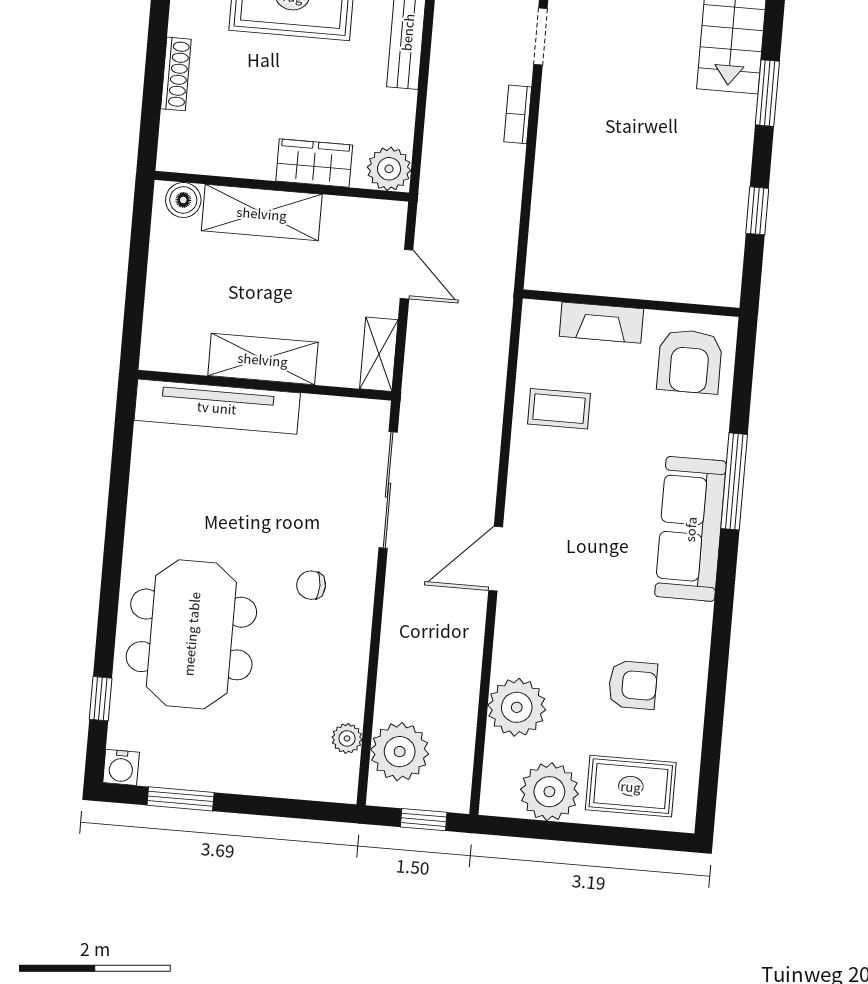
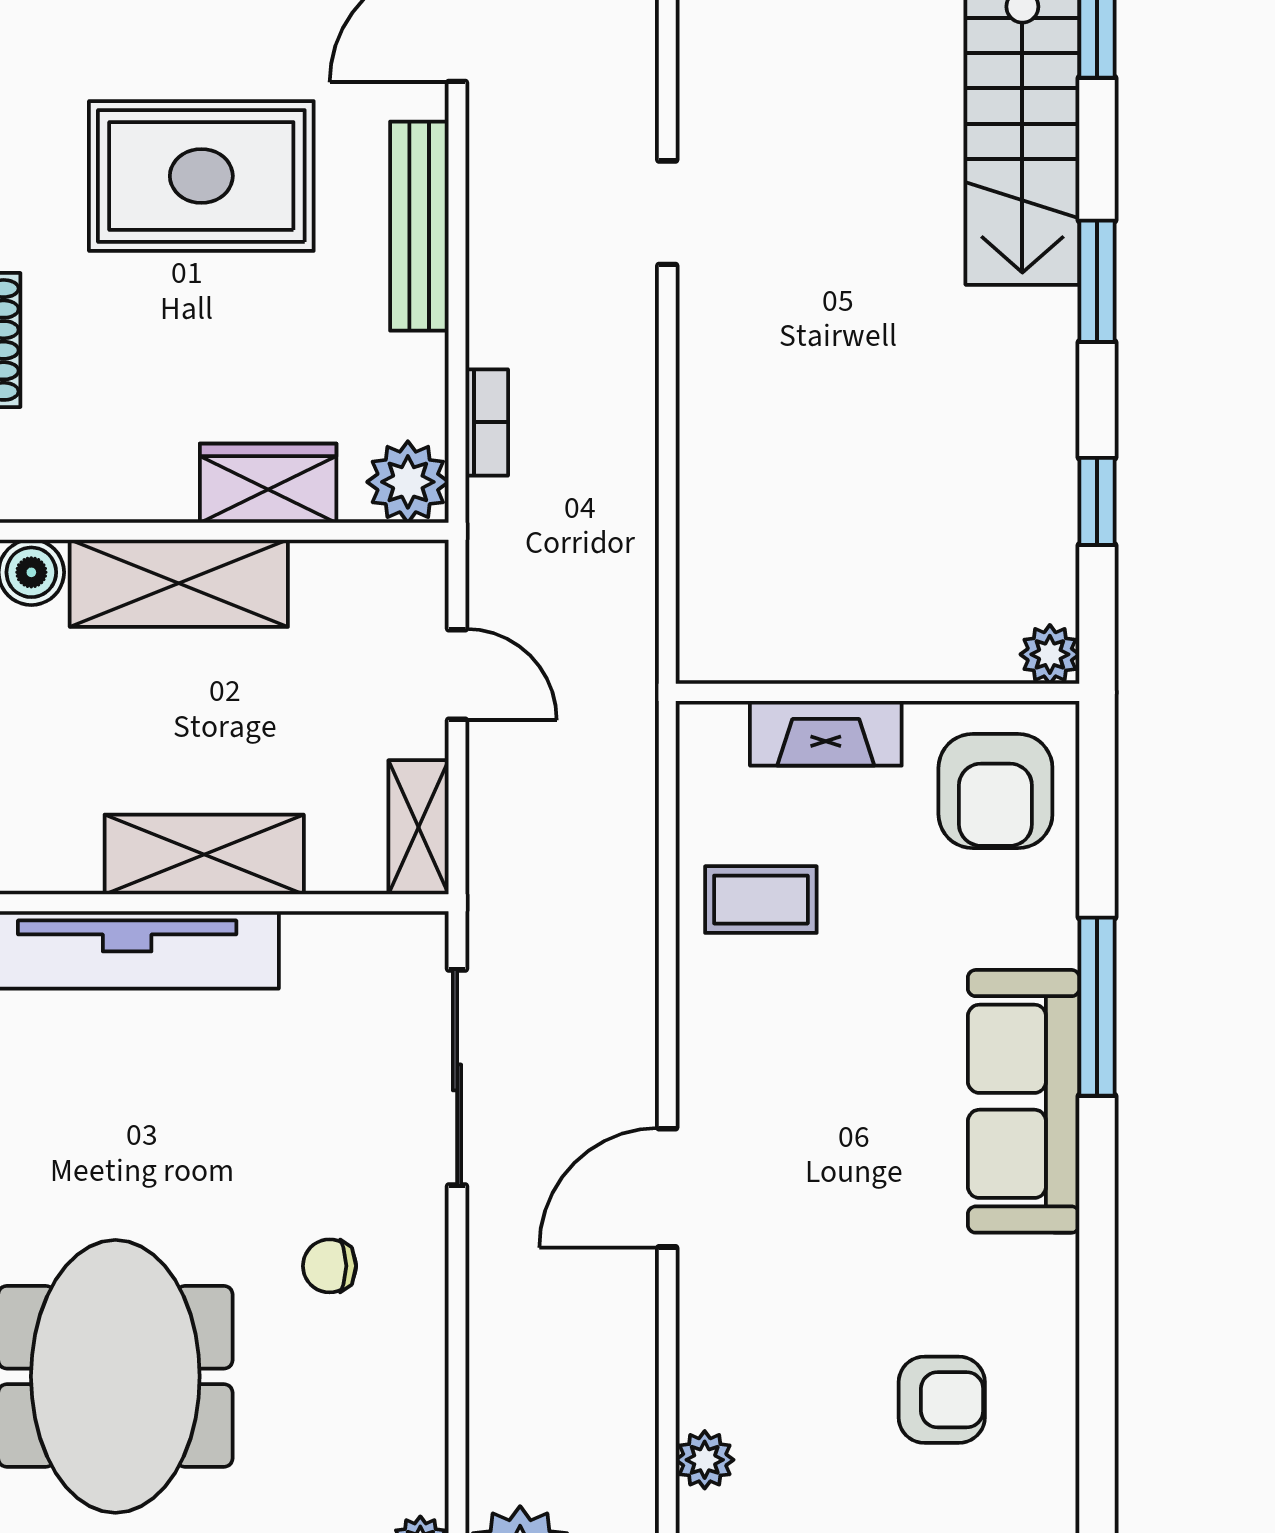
bookcase: (518, 114) -> (487, 422), moved, turned 180
plant: (725, 291) -> (1050, 654), added
plant: (517, 707) -> (705, 1460), width x0.53, depth x0.53

